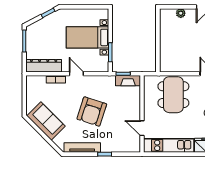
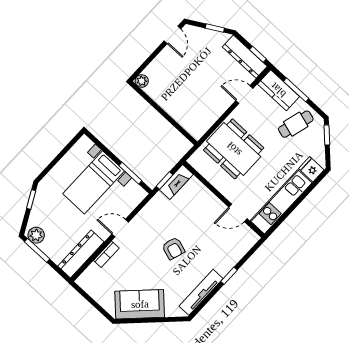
plant: (181, 13) -> (142, 81), moved
plant: (32, 33) -> (36, 235), added
armchair: (92, 112) -> (173, 248), width x0.53, depth x0.53

